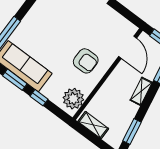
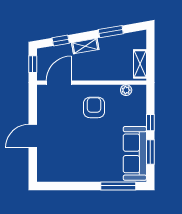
plant: (73, 99) -> (126, 90), width x0.53, depth x0.53
window: (132, 131) -> (111, 32), moved

